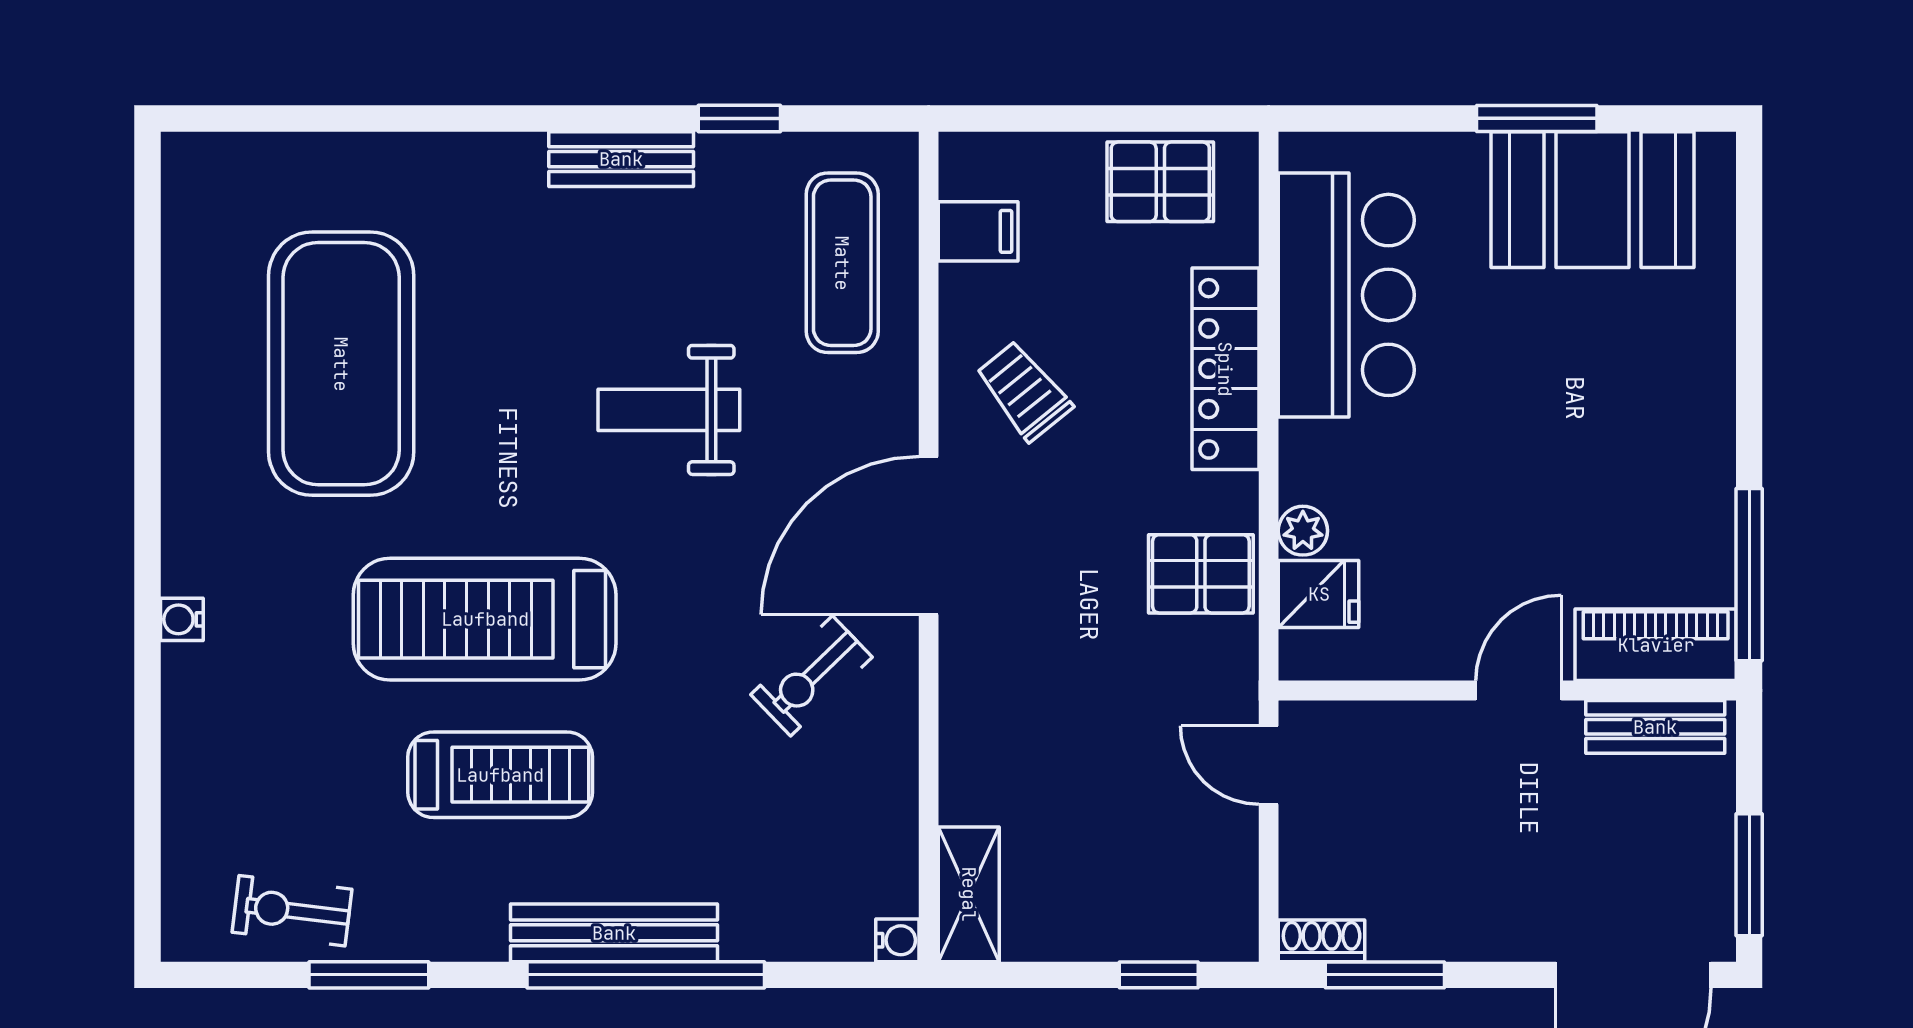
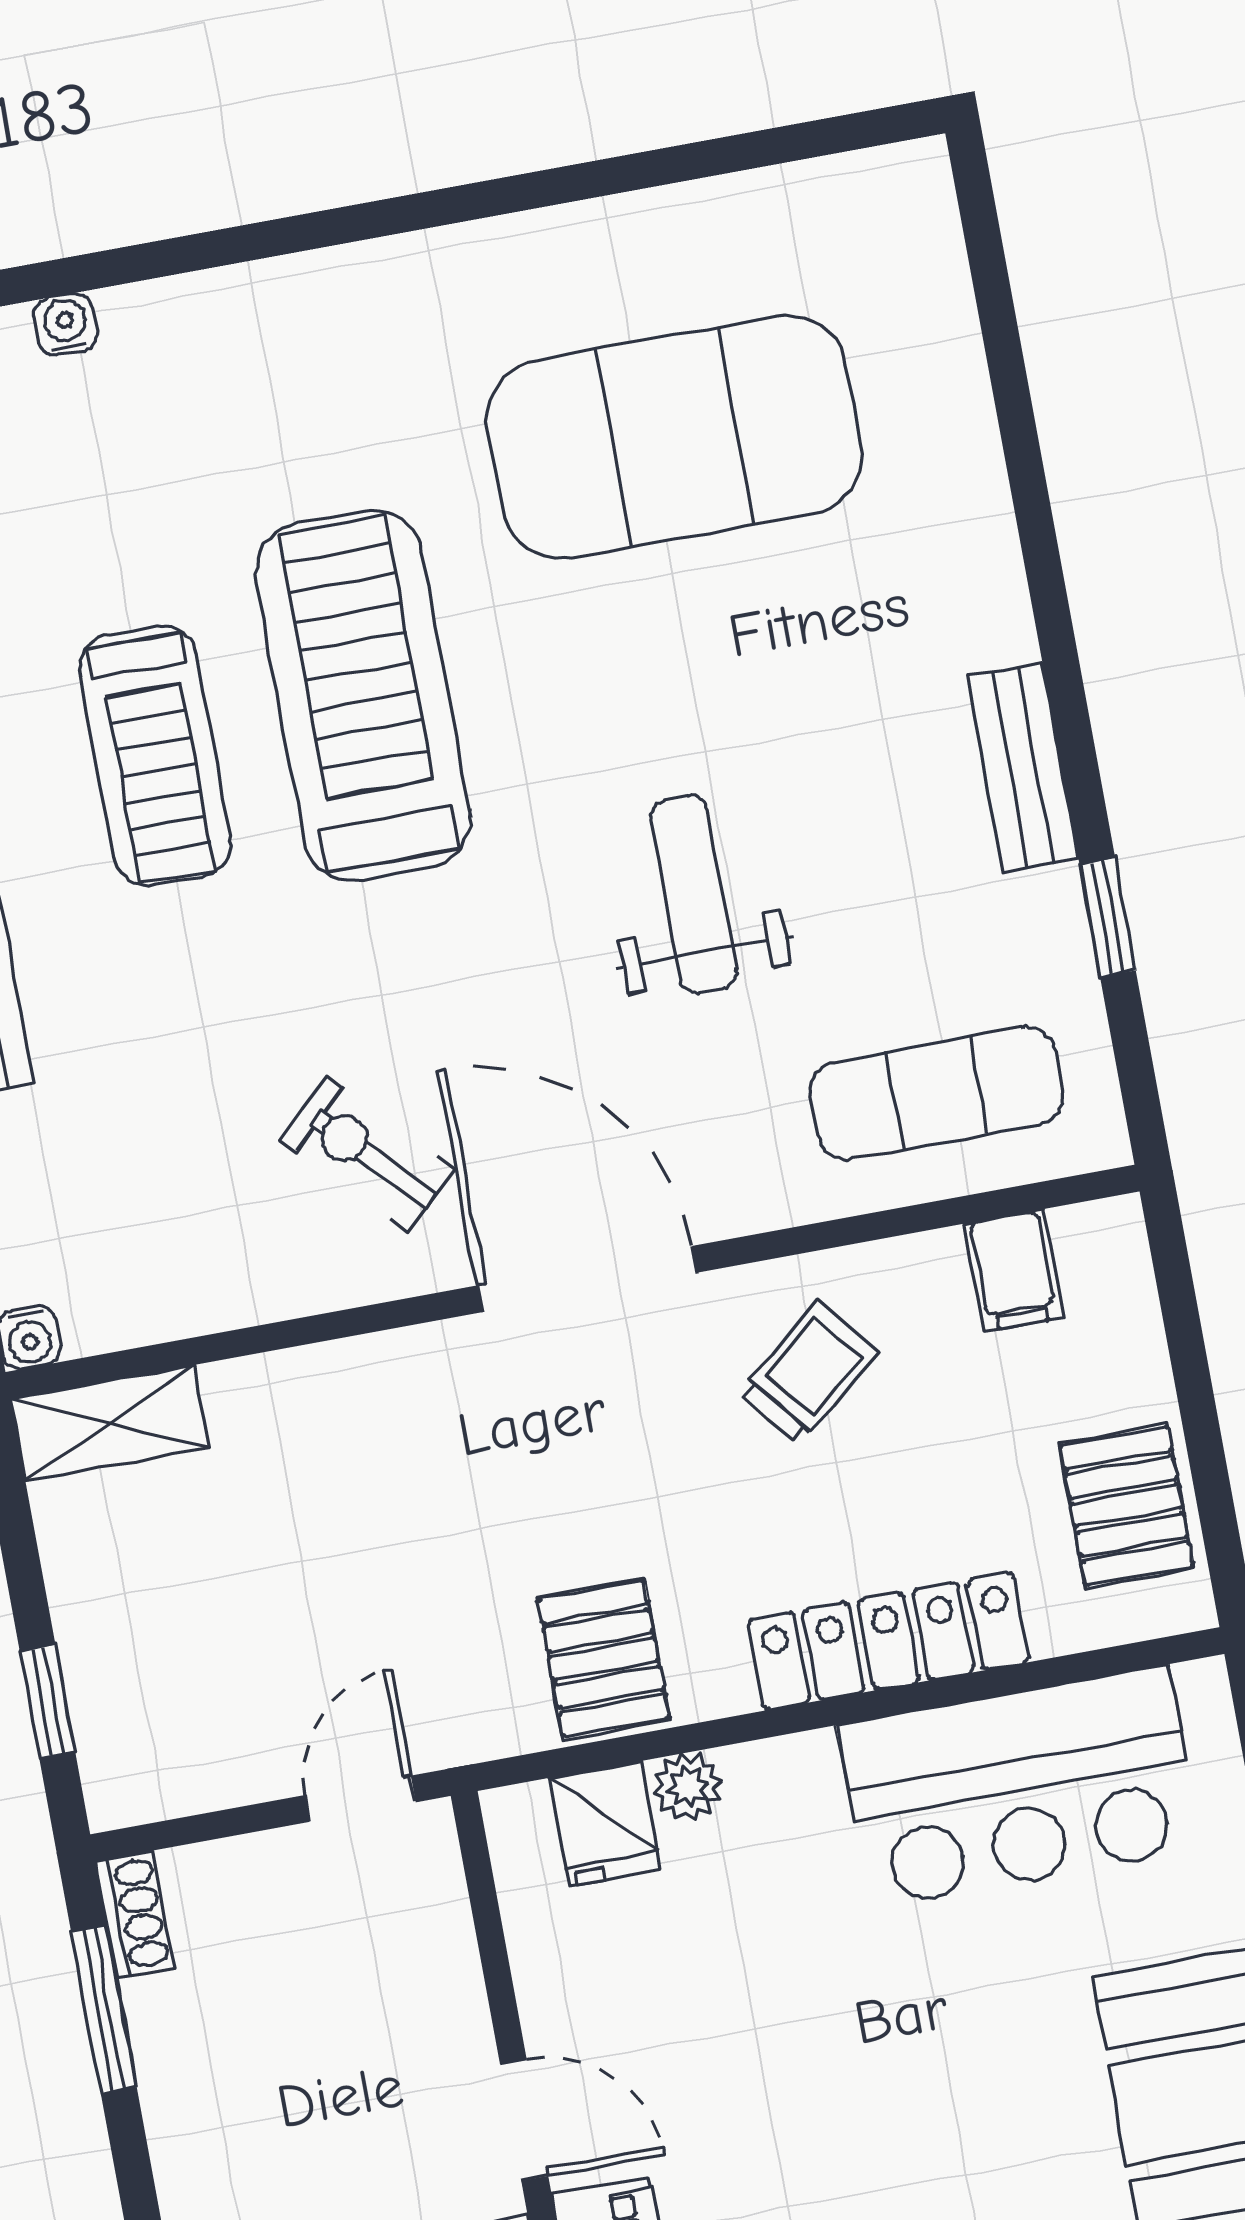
water cooler: (182, 619) -> (65, 325), moved

